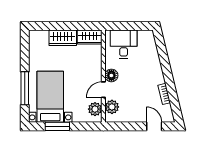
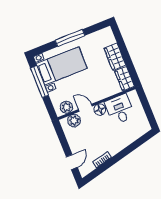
desk: (124, 44) -> (120, 109), moved, turned -90
window: (25, 88) -> (70, 38), moved
window: (57, 126) -> (40, 82), width x1.44

